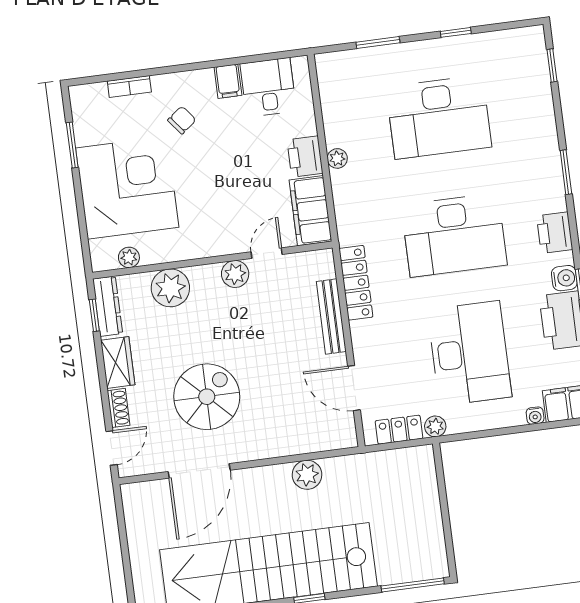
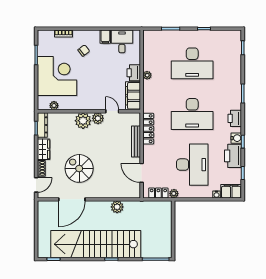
door: (267, 253) -> (112, 111), hinge flipped
plant: (170, 288) -> (83, 121), moved
spiral stairs: (207, 397) -> (79, 168), turned -90

